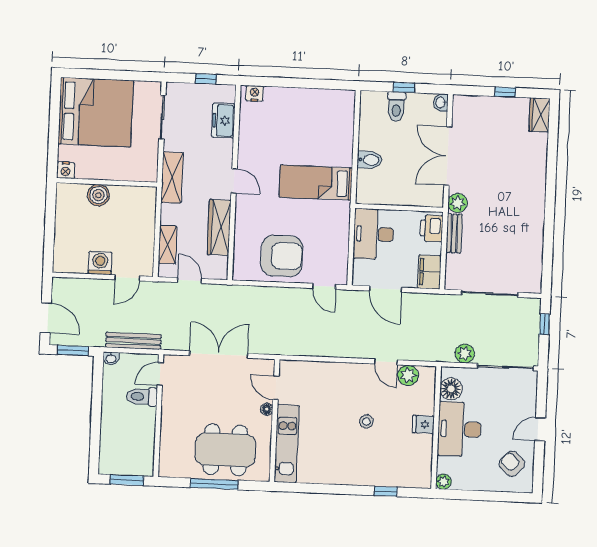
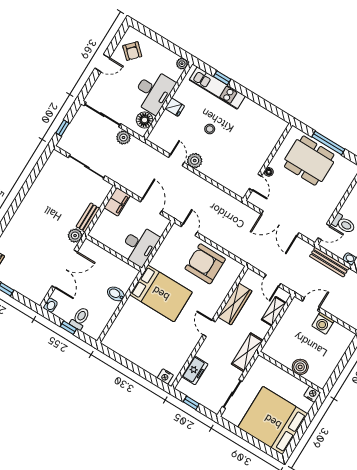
bed: (316, 183) -> (161, 293), width x1.50
printer: (432, 228) -> (100, 229), removed
plant: (408, 375) -> (195, 161), moved
kitchen unit: (287, 444) -> (217, 88), moved, turned -90

